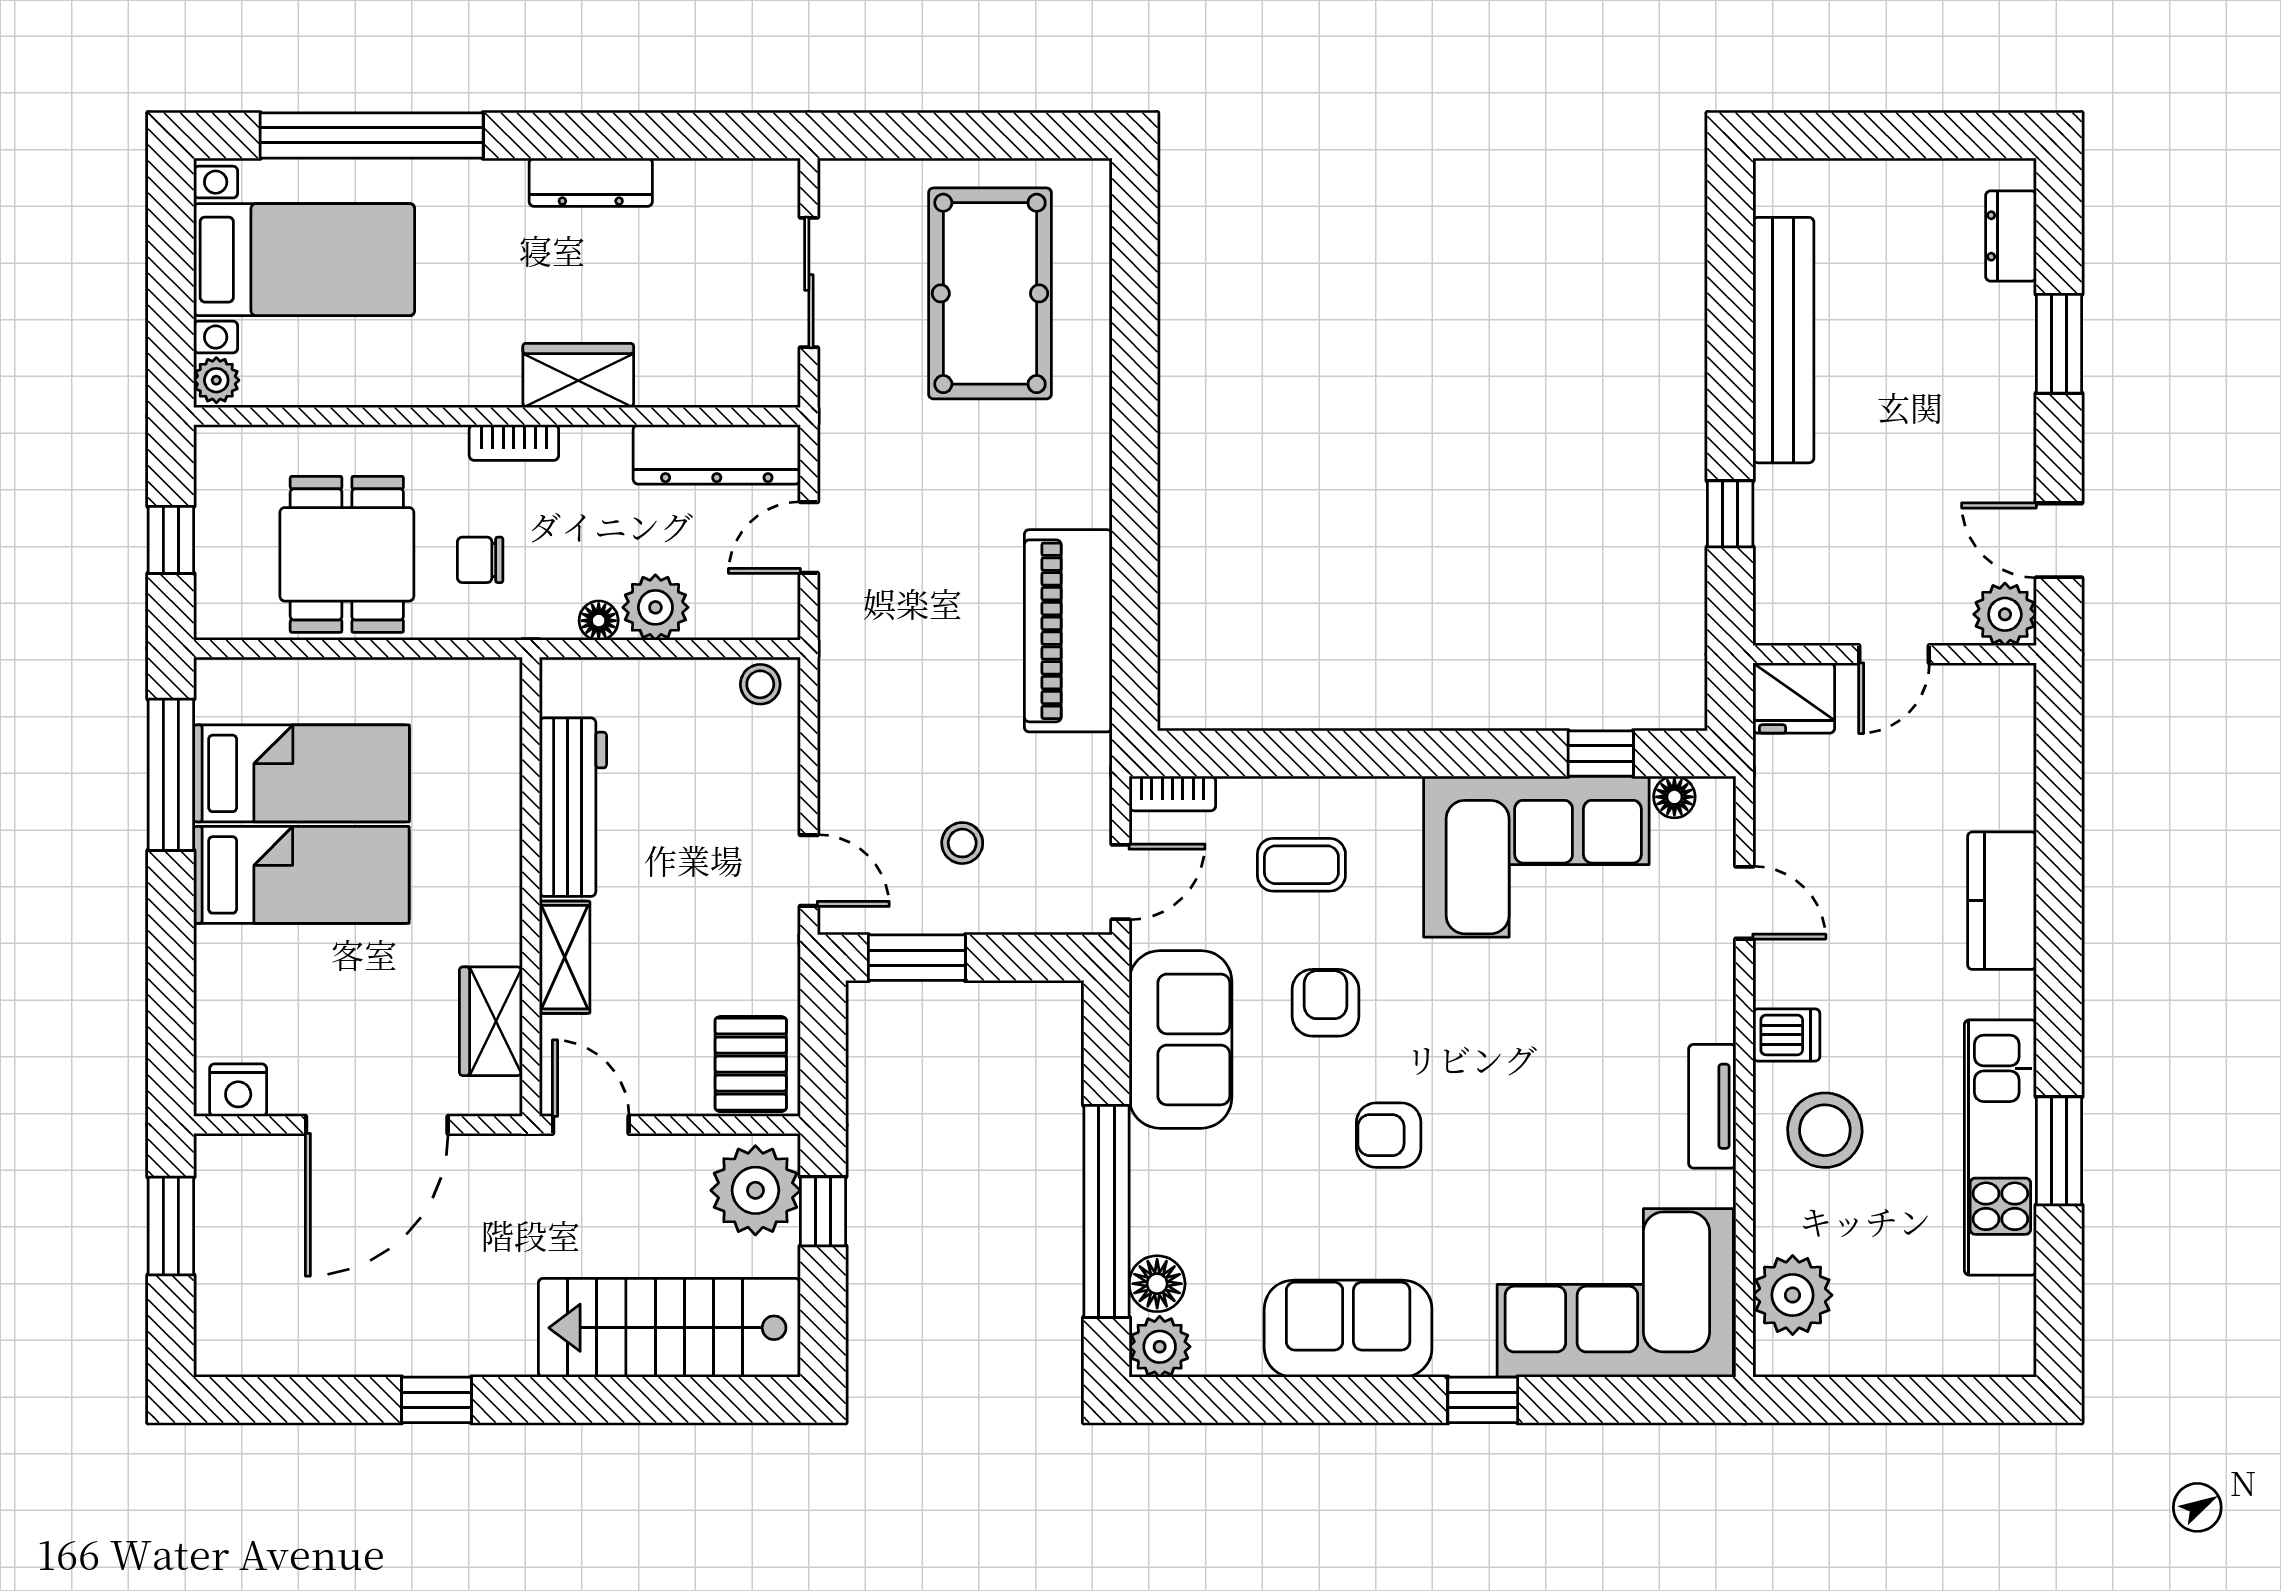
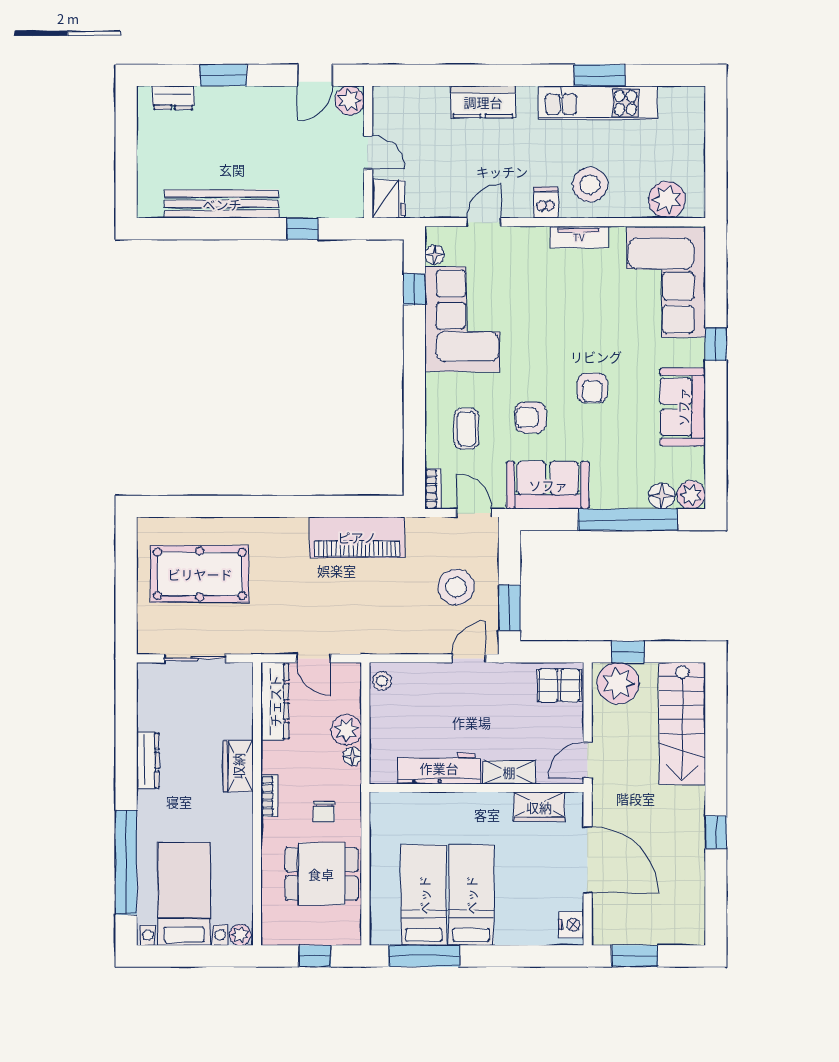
stool: (962, 843) -> (456, 587), width x1.89, depth x1.89

